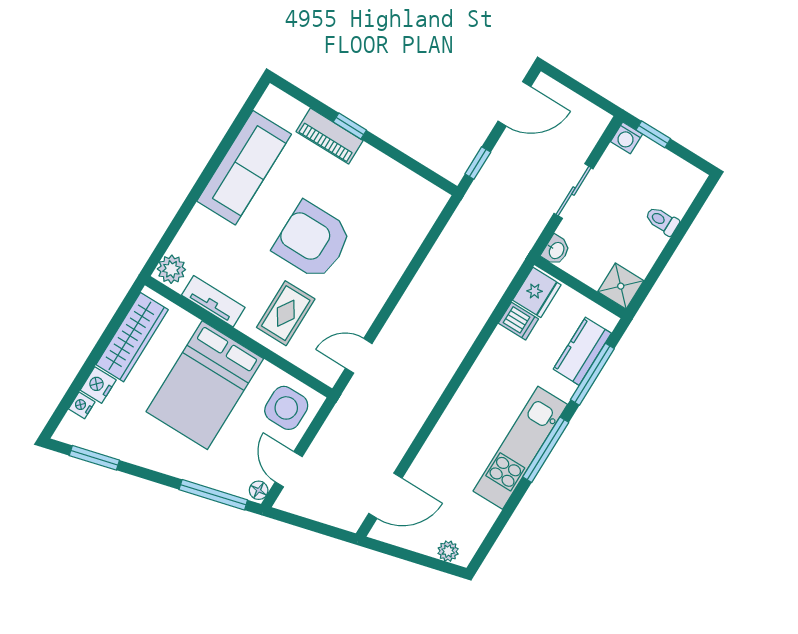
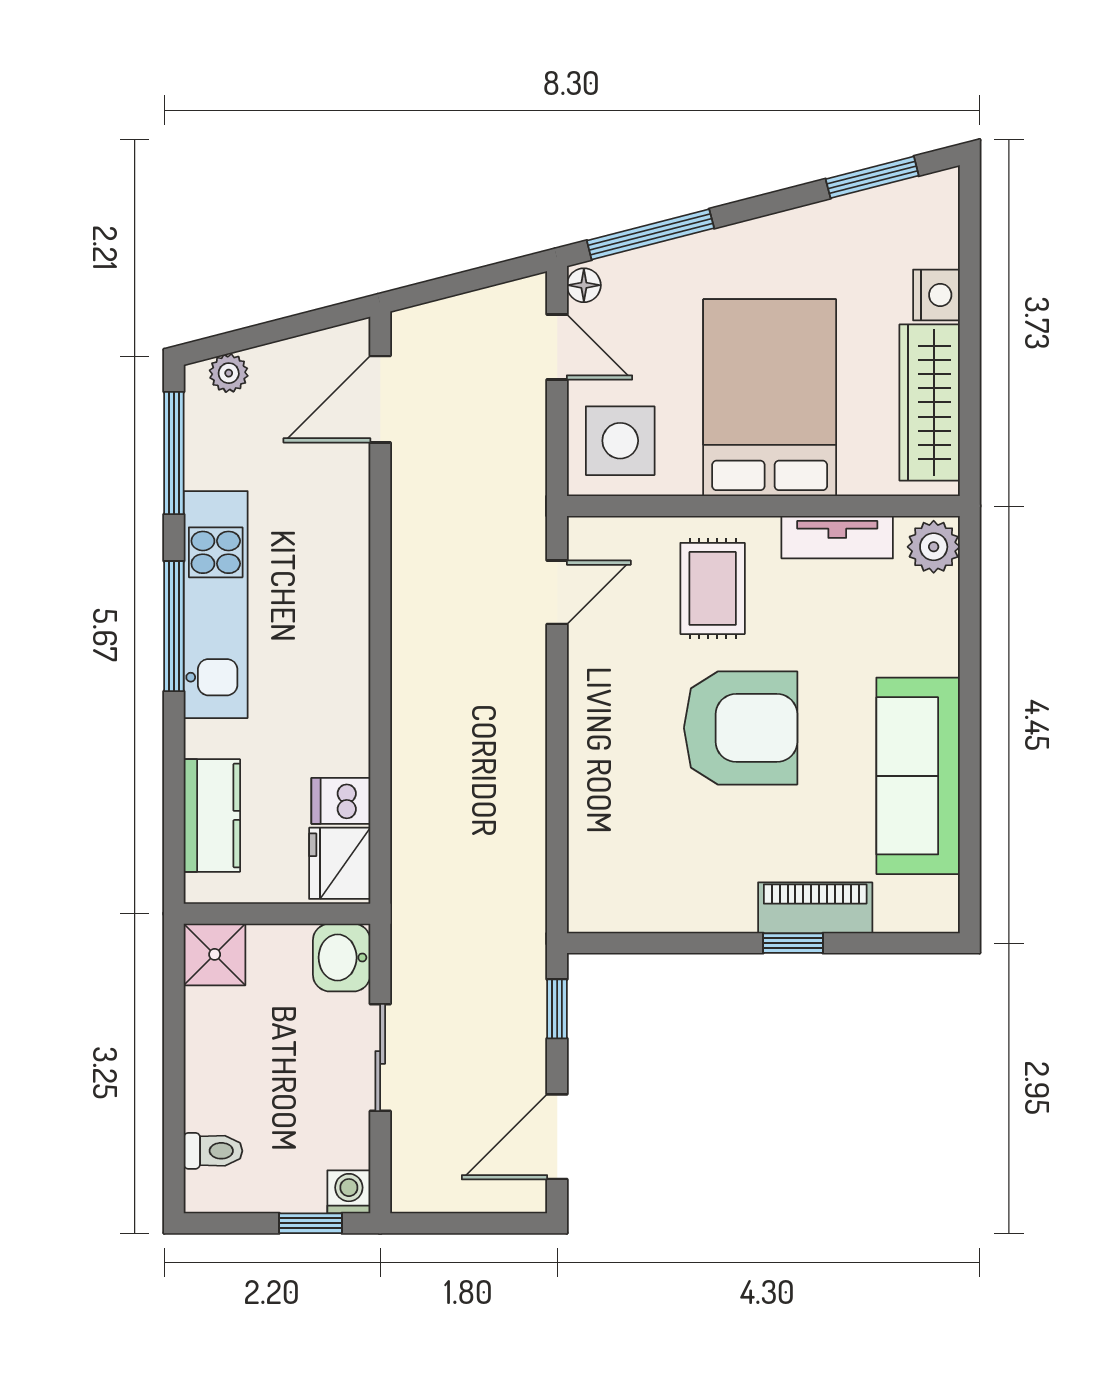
toilet: (662, 221) -> (213, 1151), moved
washbasin: (556, 250) -> (342, 957), width x1.38, depth x1.45
window: (592, 374) -> (174, 453), moved
nightstand: (82, 405) -> (942, 247), removed

